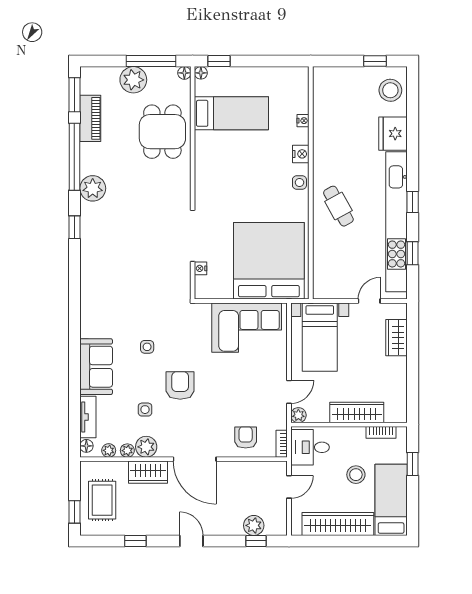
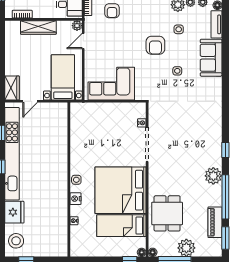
cafe table: (338, 206) -> (50, 164), removed
bed: (269, 261) -> (120, 190), moved, turned 90
wardrobe: (397, 338) -> (12, 88), moved

